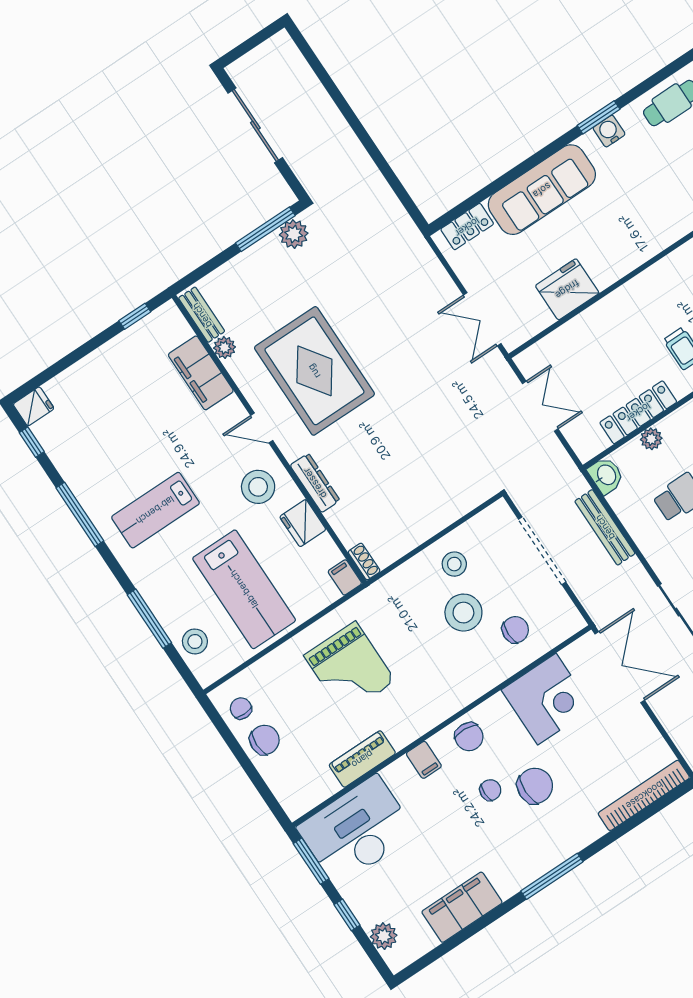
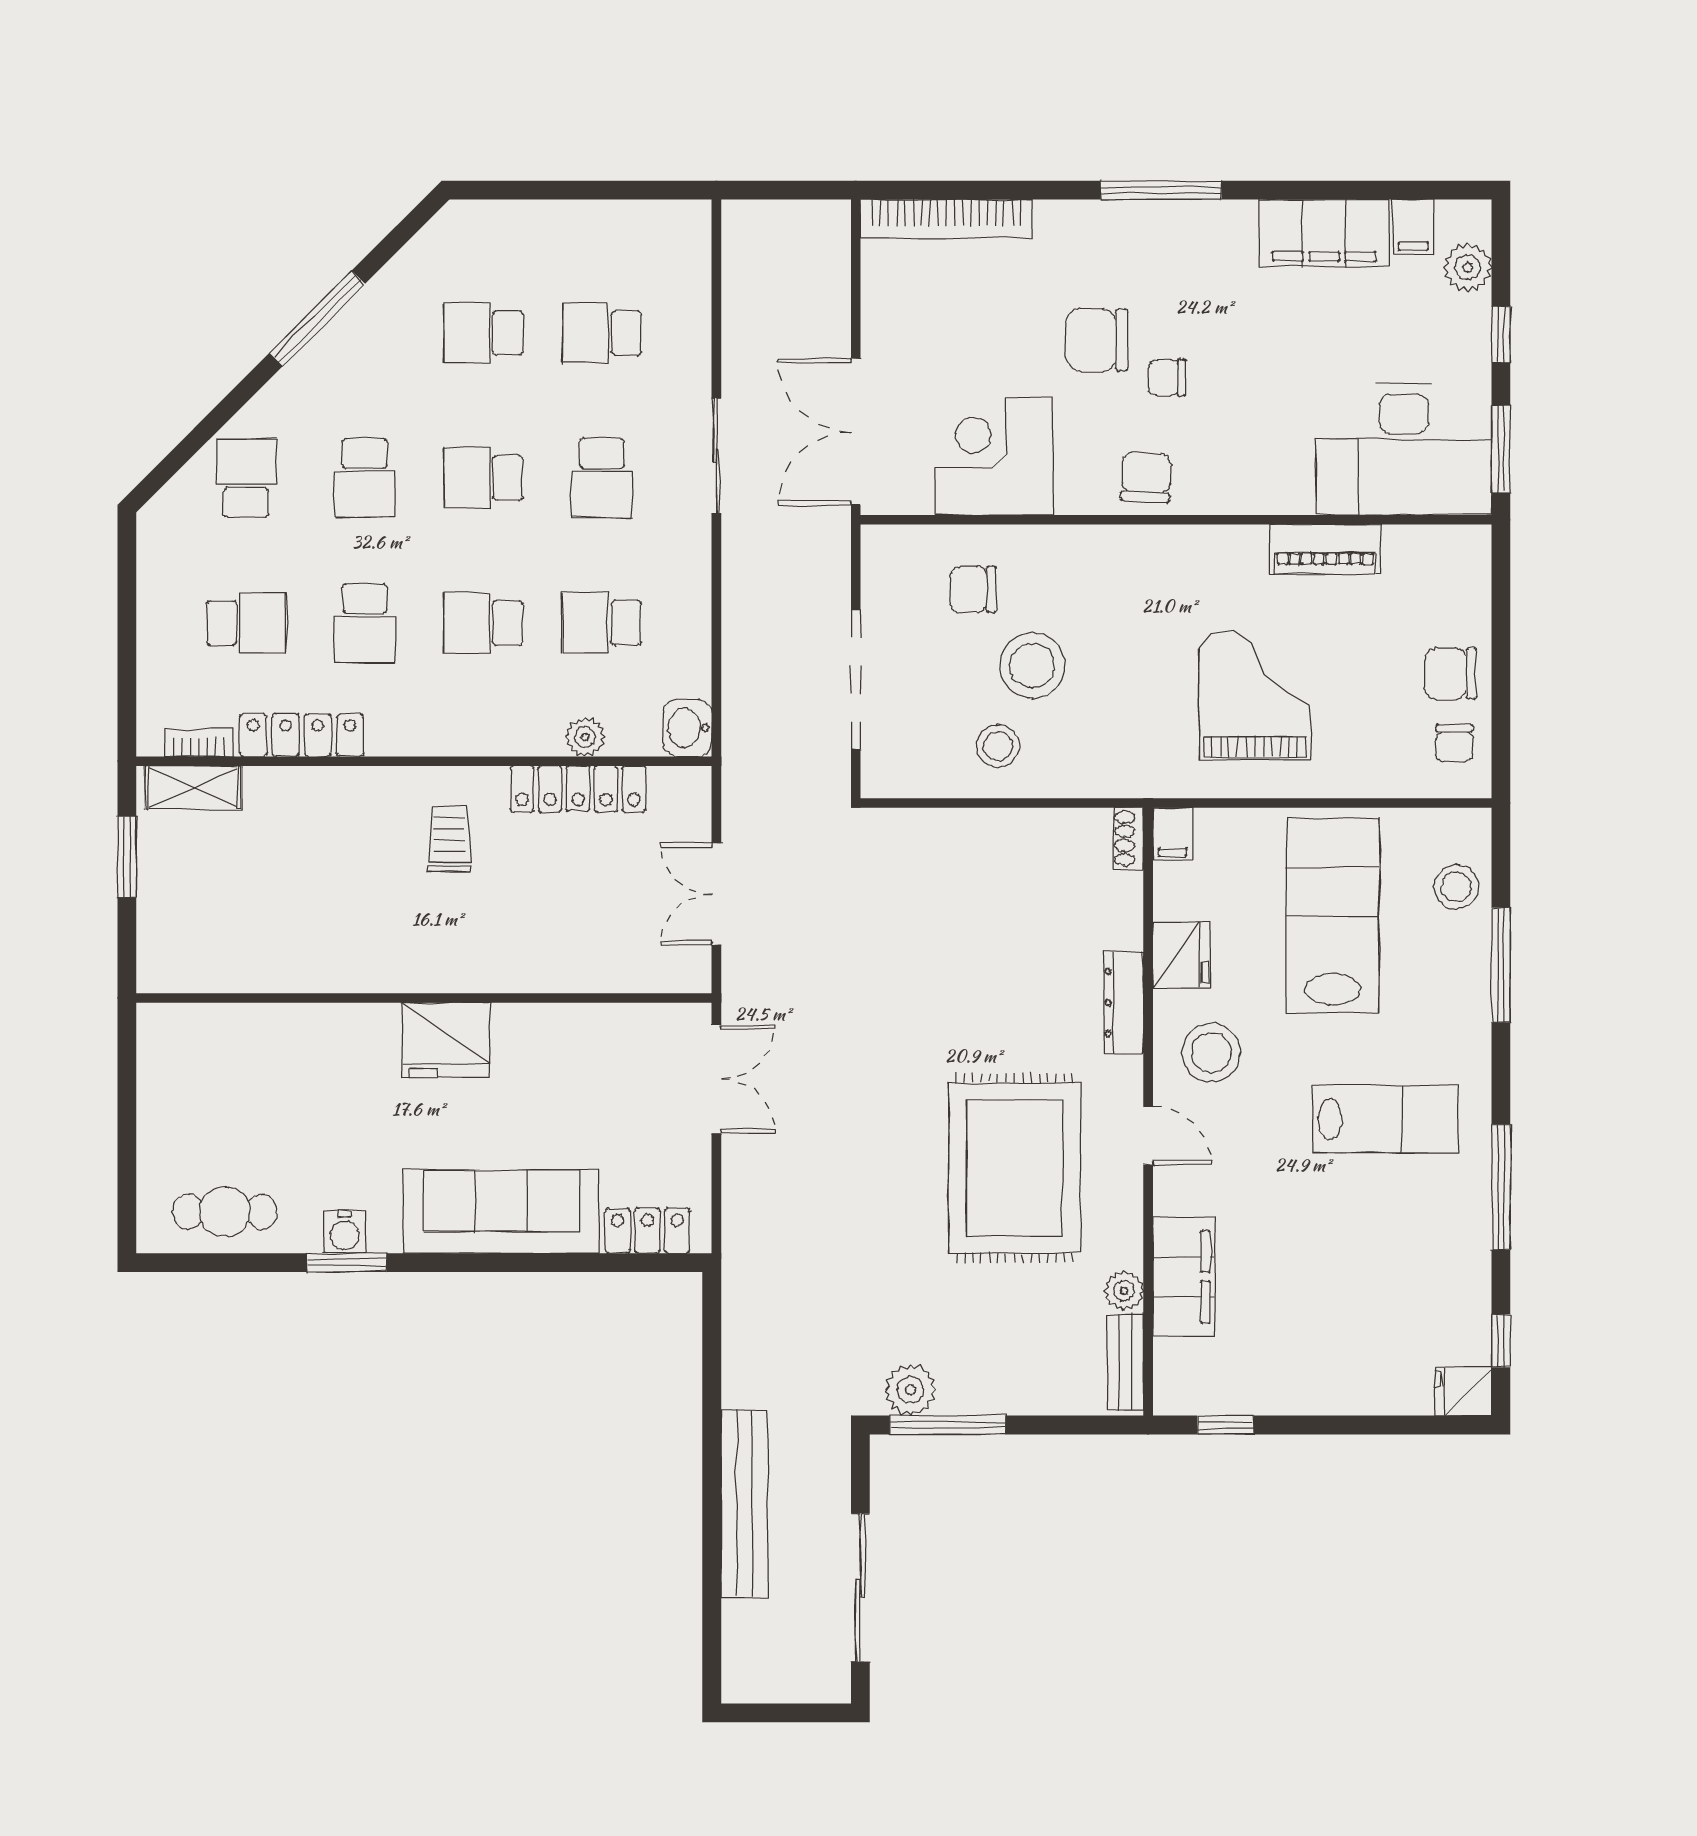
fridge: (567, 289) -> (446, 1040), moved
bench: (605, 527) -> (744, 1504), moved, width x1.37, depth x1.21
filing cabinet: (424, 760) -> (1413, 227), moved, turned 180

